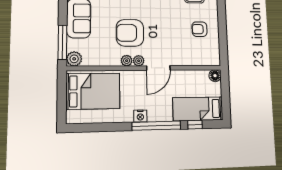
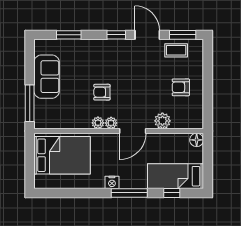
armchair: (130, 33) -> (102, 92), width x0.53, depth x0.53
plant: (74, 59) -> (162, 121), moved
window: (156, 126) -> (129, 193), width x0.68

